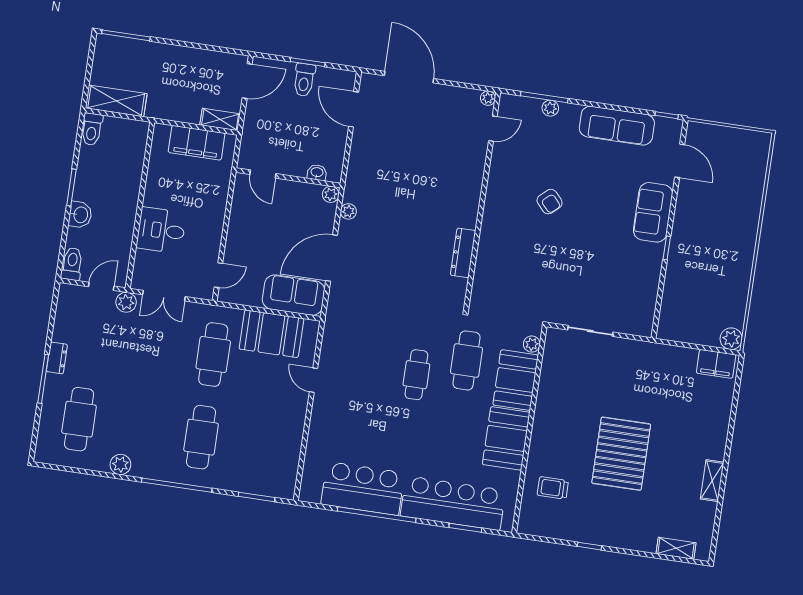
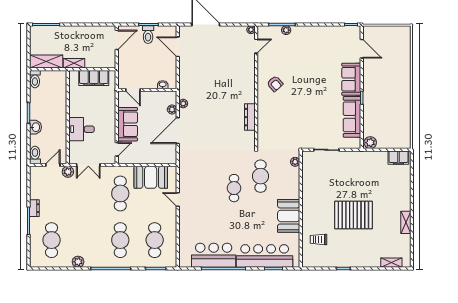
shelving: (220, 119) -> (74, 63), moved
sofa: (617, 126) -> (352, 117), moved, turned 90
plant: (331, 194) -> (172, 109), moved
armchair: (550, 202) -> (275, 84), moved
sofa: (294, 295) -> (128, 124), moved, turned 90
plant: (731, 339) -> (370, 143), moved
booth: (516, 380) -> (289, 183), removed
cafe table: (262, 446) -> (155, 240), added
pallet: (621, 454) -> (353, 215), turned 90

